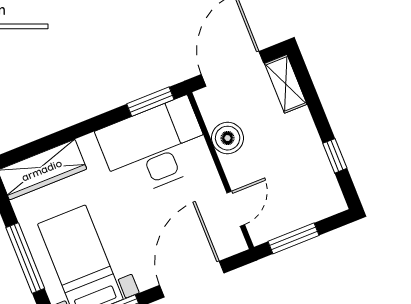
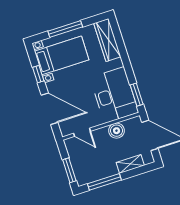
shelving: (286, 84) -> (130, 164), moved
window: (335, 156) -> (104, 182), width x2.17
window: (293, 238) -> (69, 170), moved

